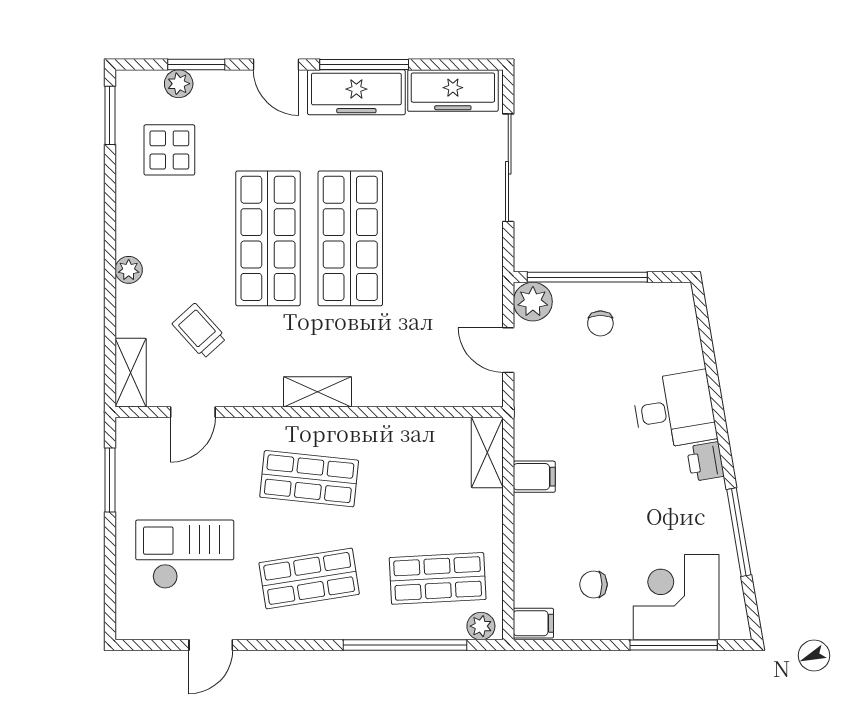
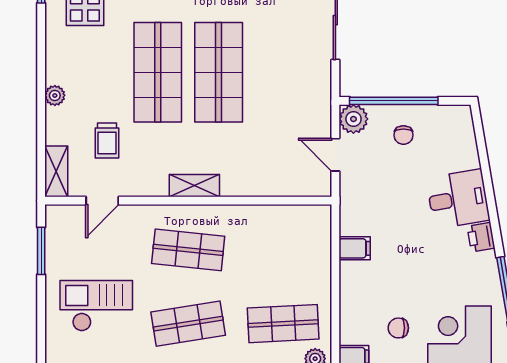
trolley: (199, 331) -> (107, 141), turned -138
shelving: (487, 453) -> (320, 231), removed

